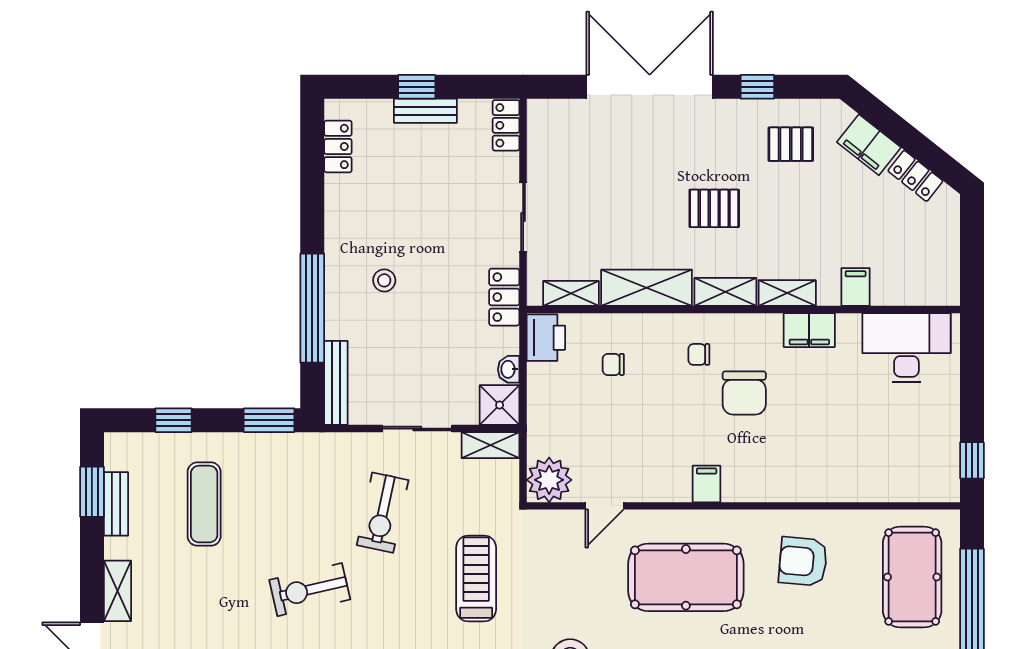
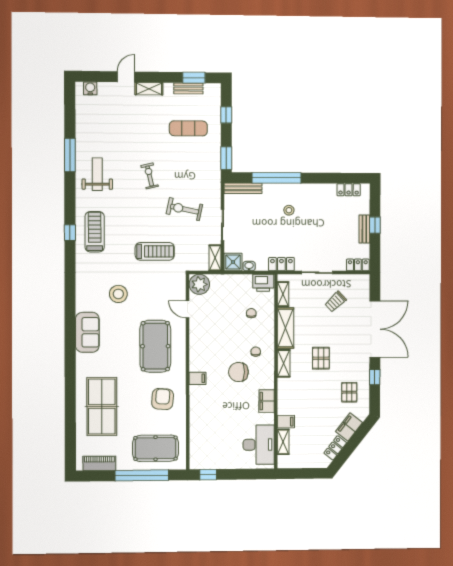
trolley: (588, 176) -> (335, 302), added
shelving: (787, 293) -> (283, 442), moved
filing cabinet: (707, 484) -> (198, 378), moved
exercise bike: (310, 590) -> (150, 176), width x0.73, depth x0.72

